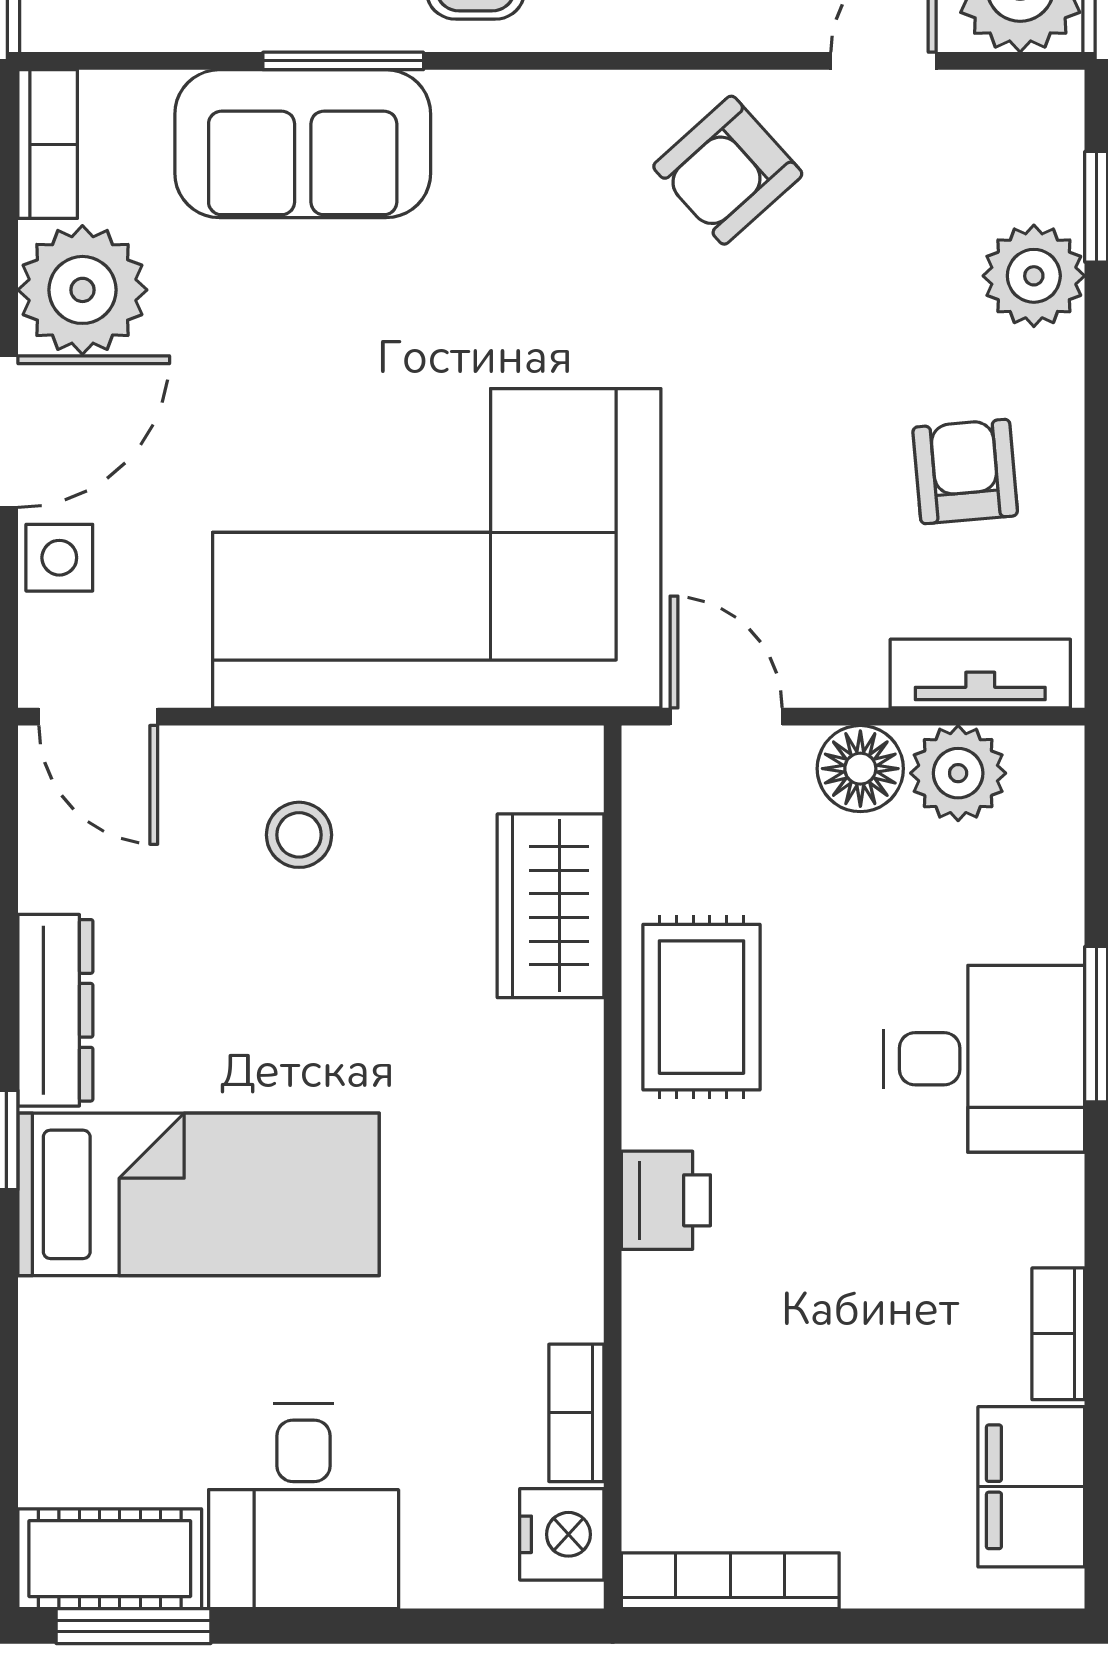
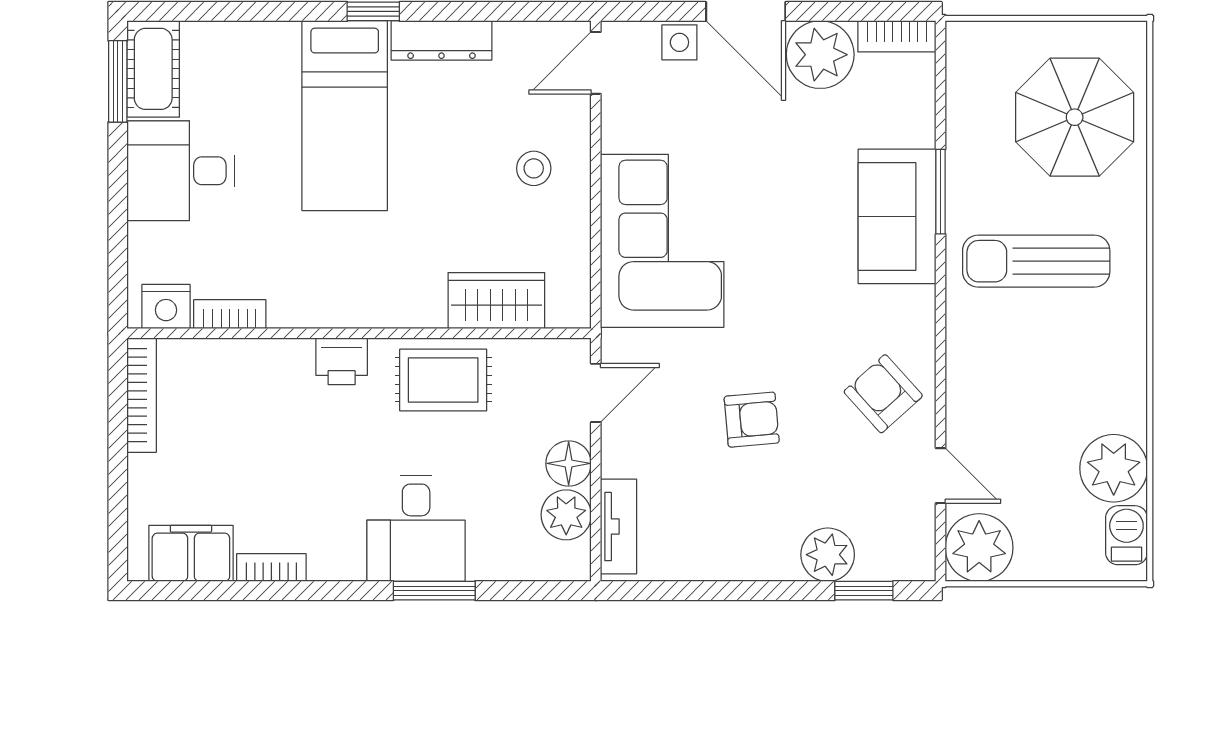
sofa: (303, 144) -> (897, 216), moved
armchair: (965, 471) -> (752, 420), moved
corner sofa: (437, 548) -> (662, 241), width x0.73, depth x0.74

